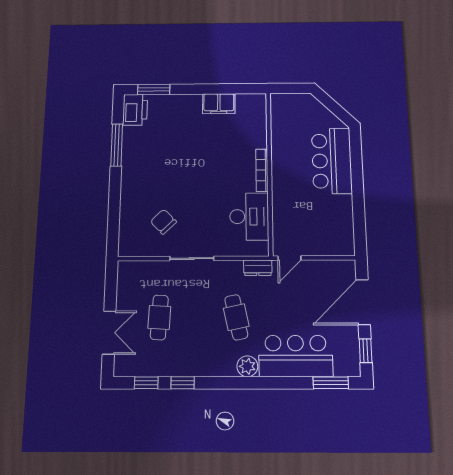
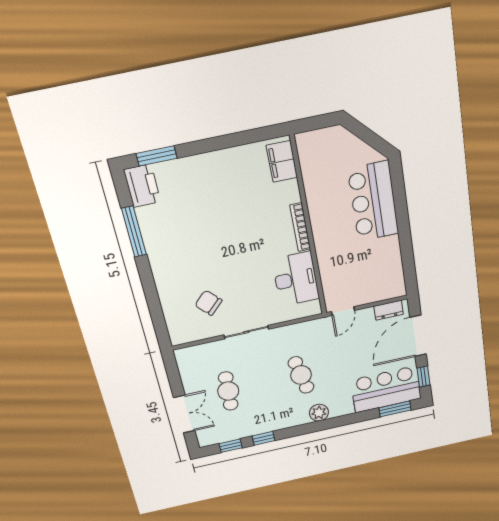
filing cabinet: (219, 104) -> (282, 161), moved, turned 90
dresser: (258, 268) -> (389, 310), moved
bar counter: (296, 356) -> (386, 389), moved

